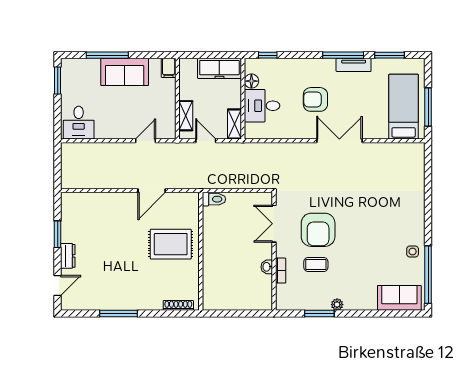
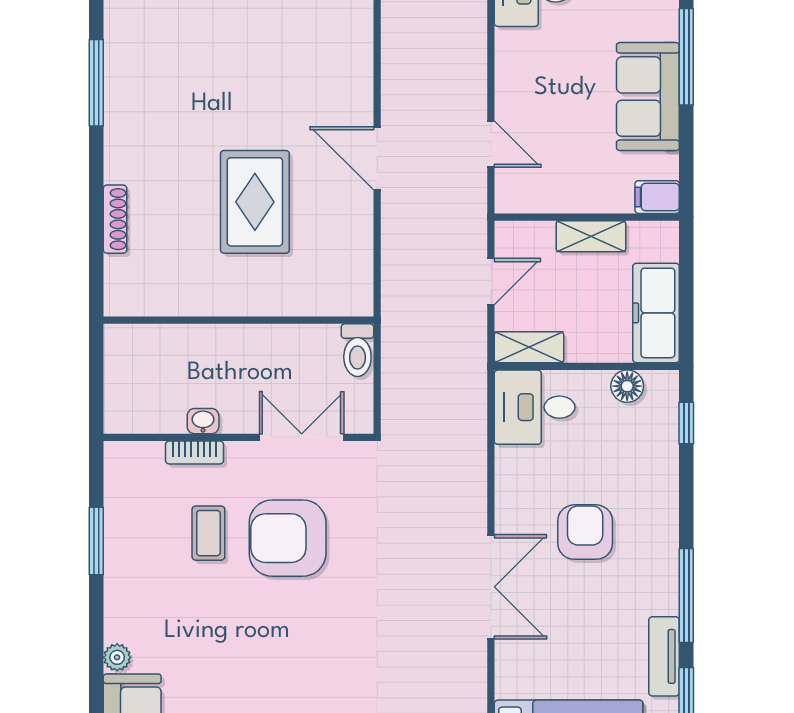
tv unit: (354, 65) -> (664, 656), moved
desk: (262, 106) -> (535, 407), moved, turned -90
shelving: (186, 116) -> (591, 236), moved
toilet: (214, 199) -> (357, 350), moved
wall: (201, 251) -> (238, 320), moved
plant: (337, 305) -> (117, 657), moved

